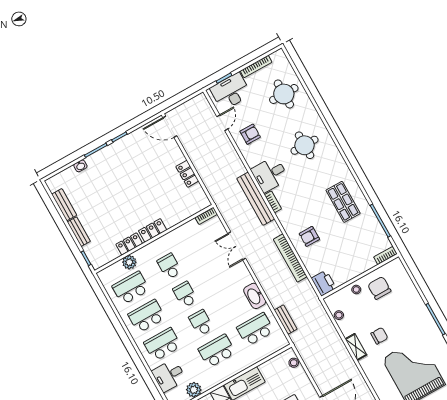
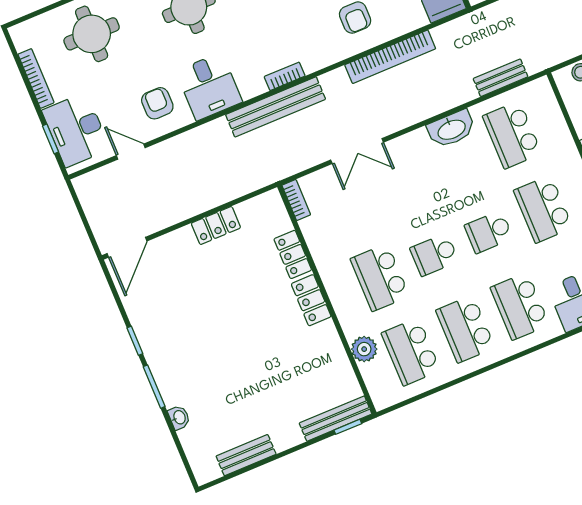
desk: (270, 174) -> (209, 86), moved
bench: (79, 232) -> (336, 419), moved, width x1.36
locker: (129, 244) -> (293, 254), moved
school desk: (169, 266) -> (380, 277), width x1.85

